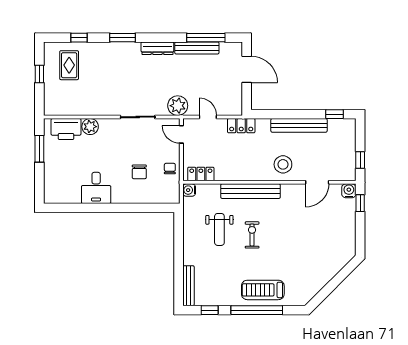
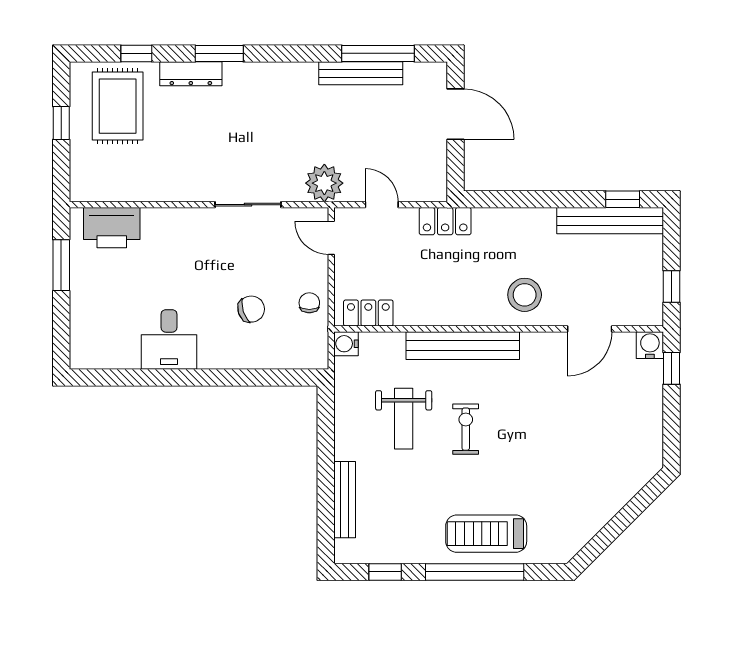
dresser: (157, 48) -> (191, 74), moved
rug: (69, 65) -> (118, 106), width x1.36, depth x1.43
bench: (299, 125) -> (610, 221), moved
plant: (90, 127) -> (158, 223), removed
chair: (139, 172) -> (251, 309), turned -108
bench: (188, 286) -> (345, 500), moved

